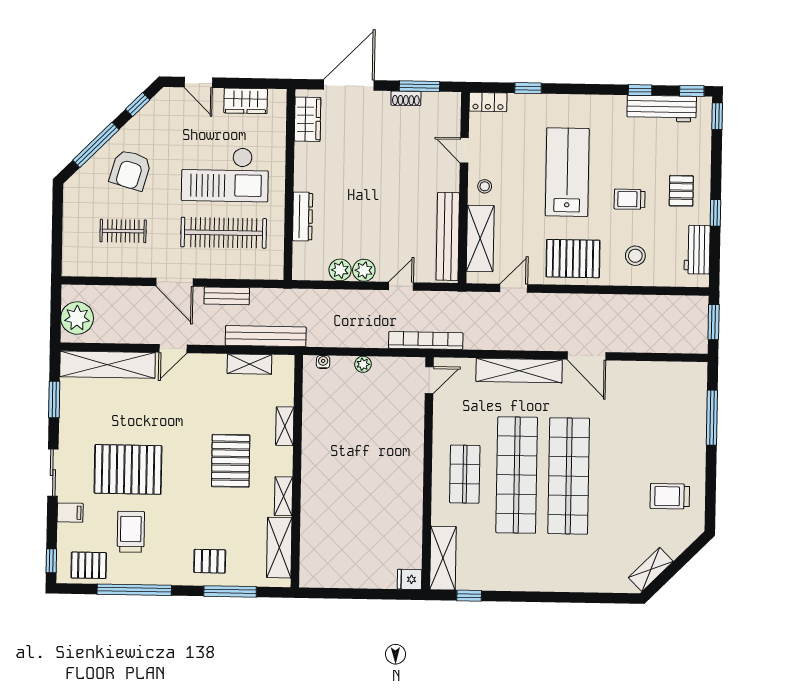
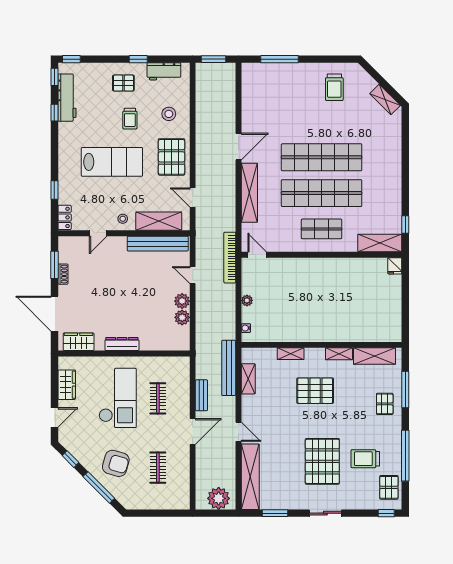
lab bench: (567, 172) -> (112, 162), turned 180
dresser: (303, 216) -> (122, 344), moved
clothes rail: (224, 233) -> (158, 398), width x0.54, depth x0.76
filing cabinet: (70, 513) -> (353, 501), removed

